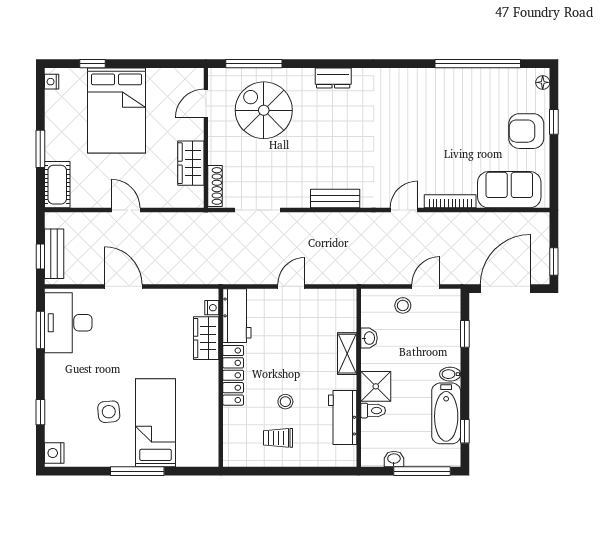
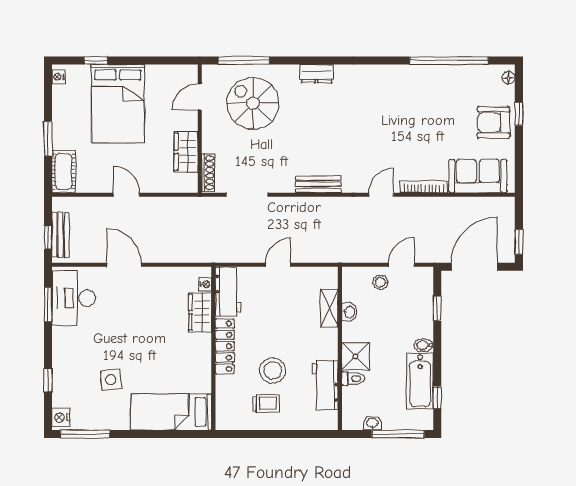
shelving: (347, 354) -> (329, 308), moved
stool: (285, 402) -> (273, 370), width x1.89, depth x1.89
bed: (156, 423) -> (171, 412), moved, turned -90
trolley: (278, 438) -> (266, 404), turned 180
window: (137, 471) -> (85, 434), moved

